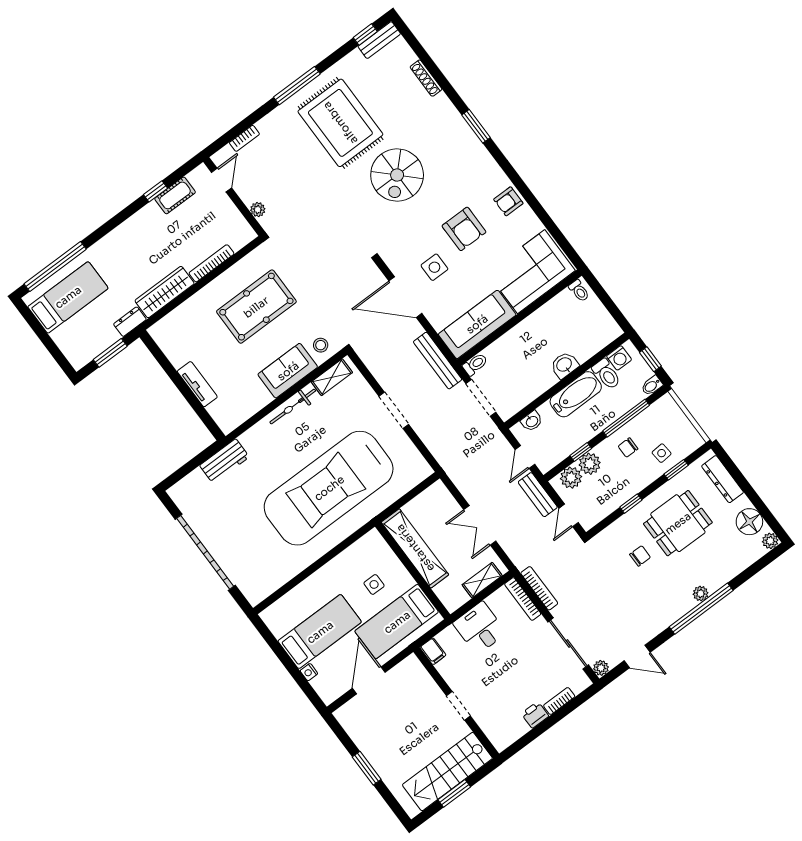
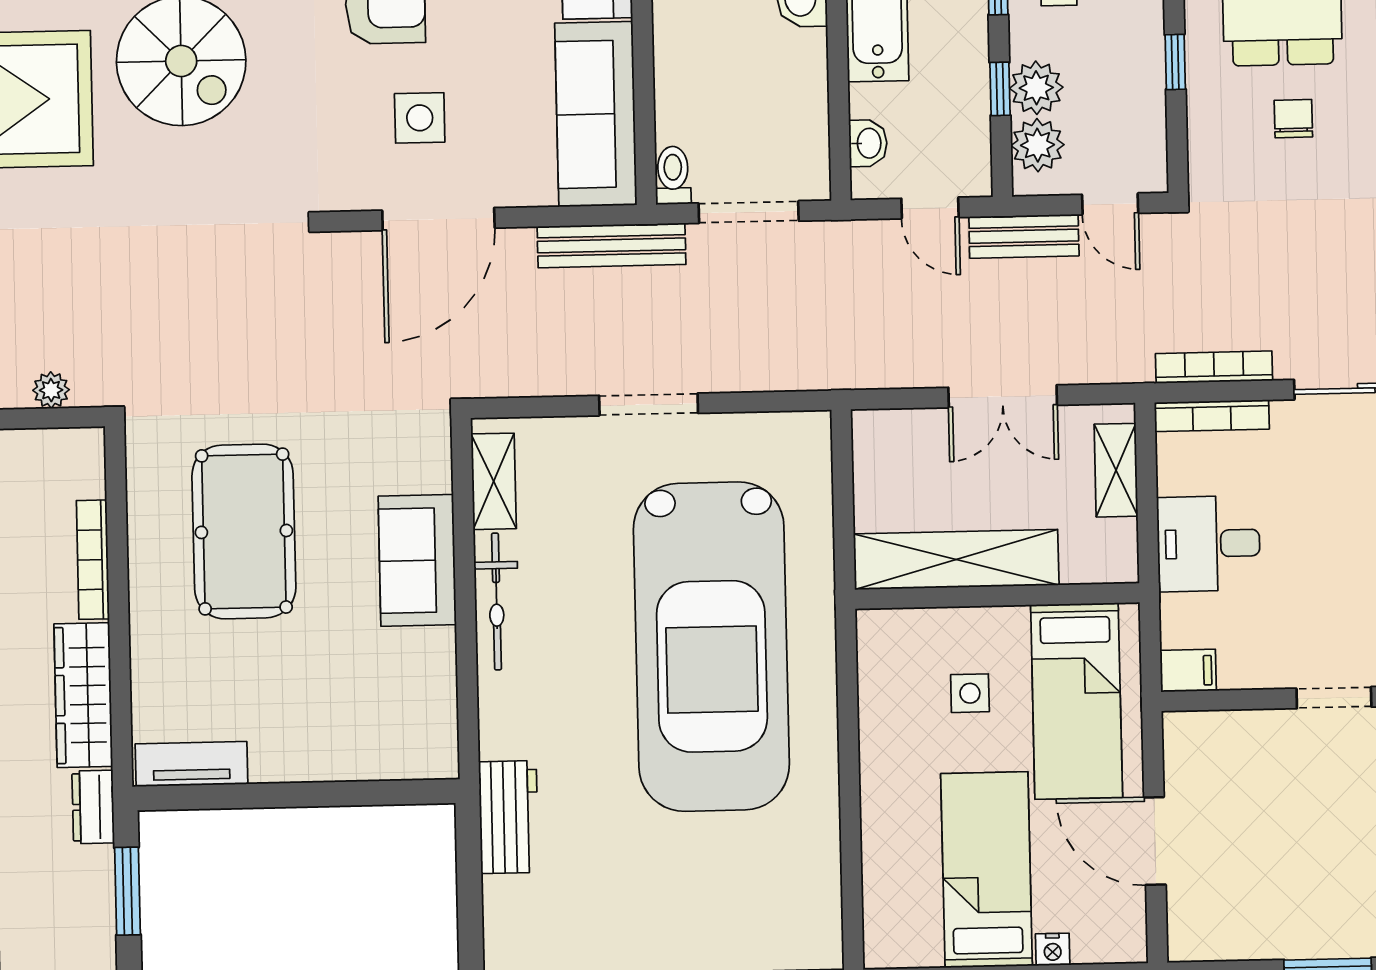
stool: (321, 345) -> (413, 458), removed
tv unit: (197, 384) -> (191, 764), moved

